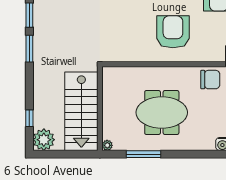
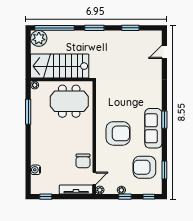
window: (29, 49) -> (94, 28), moved
meeting table: (162, 112) -> (69, 101), moved, turned 90
window: (29, 118) -> (54, 28), width x3.17

